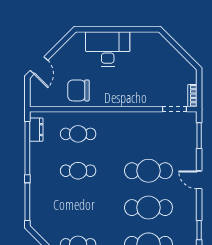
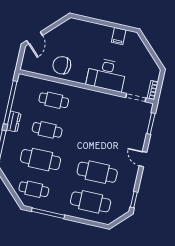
filing cabinet: (138, 41) -> (119, 36), added
desk: (108, 49) -> (106, 75), moved, turned 180
dresser: (36, 130) -> (14, 122), moved
cafe table: (148, 171) -> (40, 160), moved

